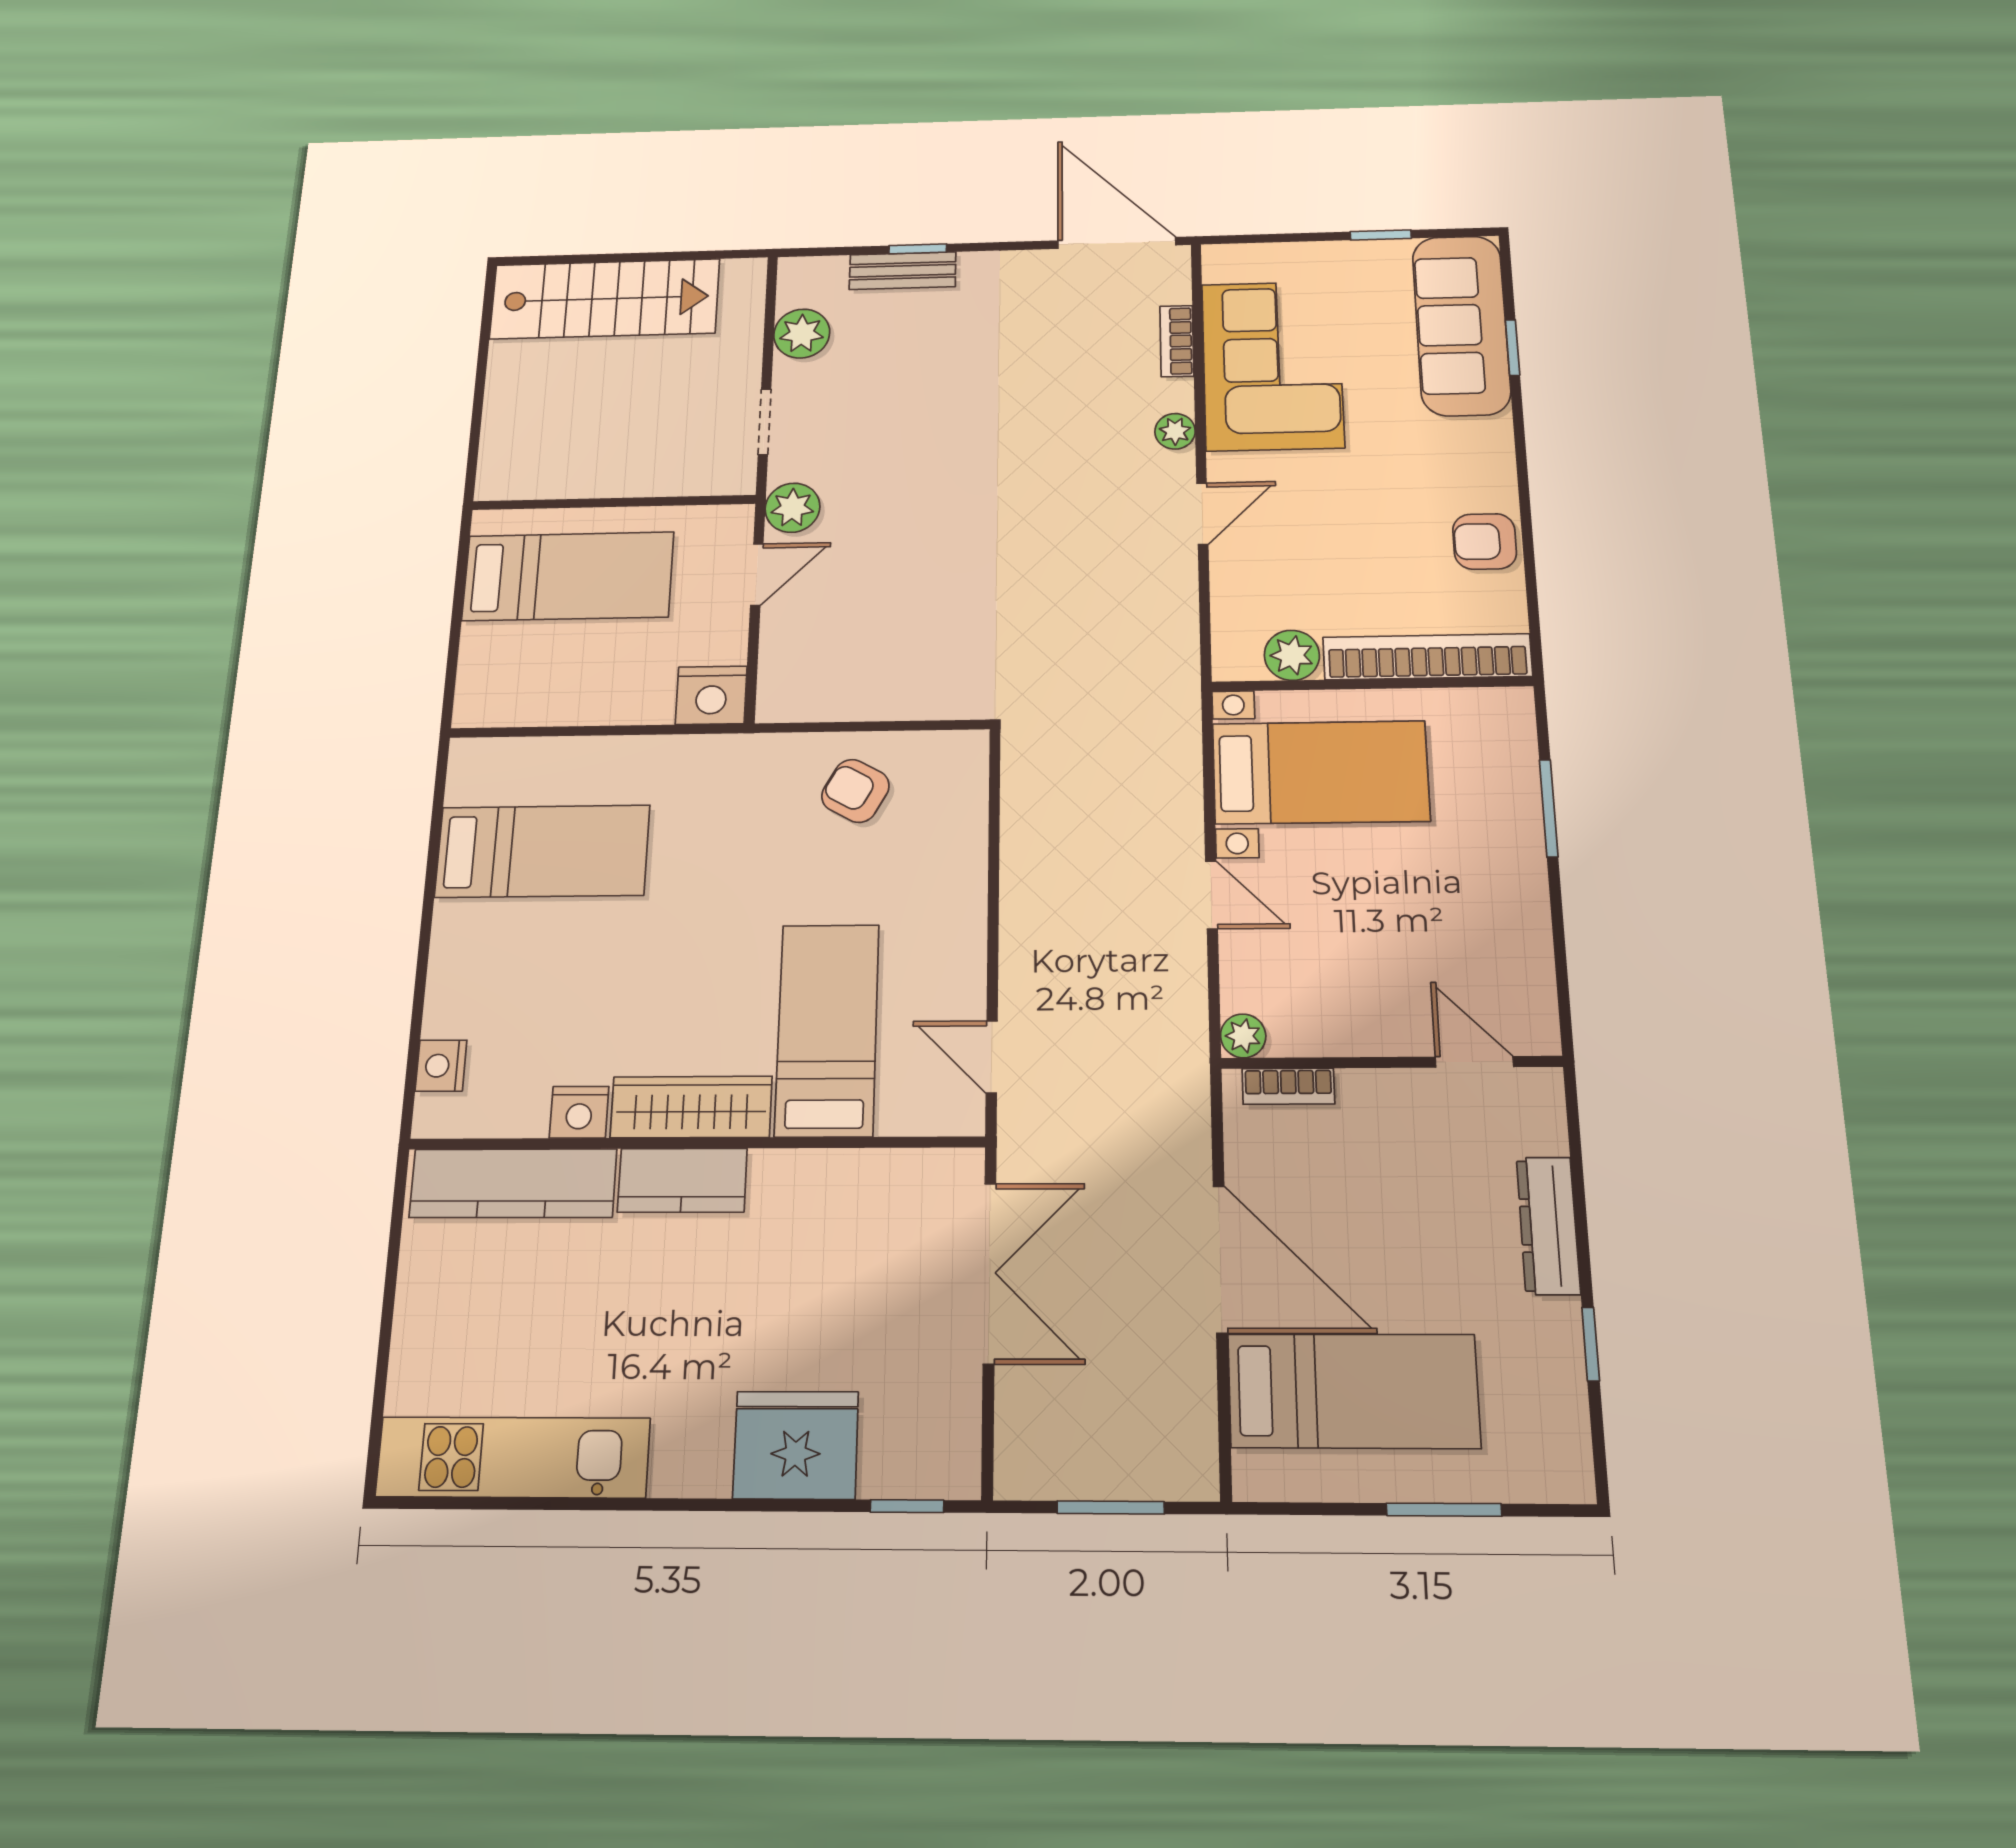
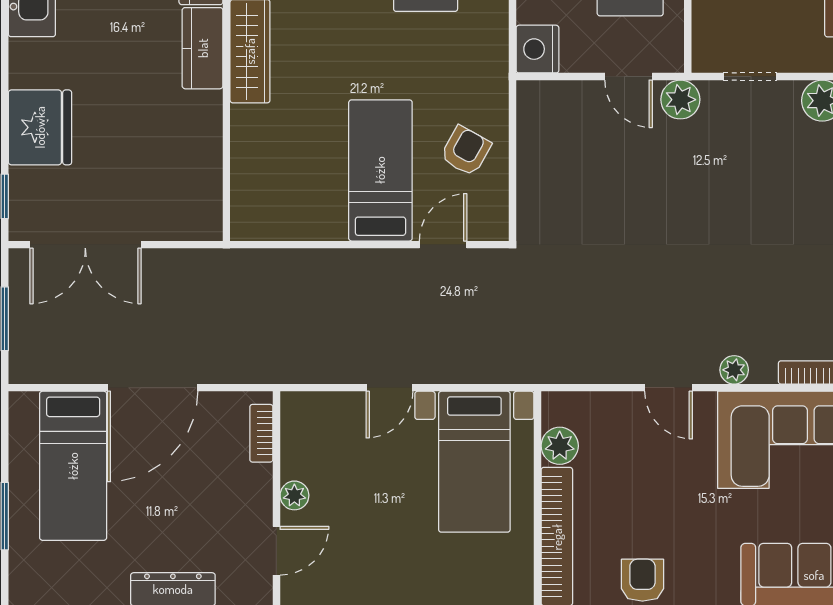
bed: (827, 1030) -> (380, 170), moved, turned -90
plant: (1243, 1036) -> (294, 495), moved
door: (992, 1057) -> (443, 245), moved
double door: (989, 1273) -> (85, 245), moved

